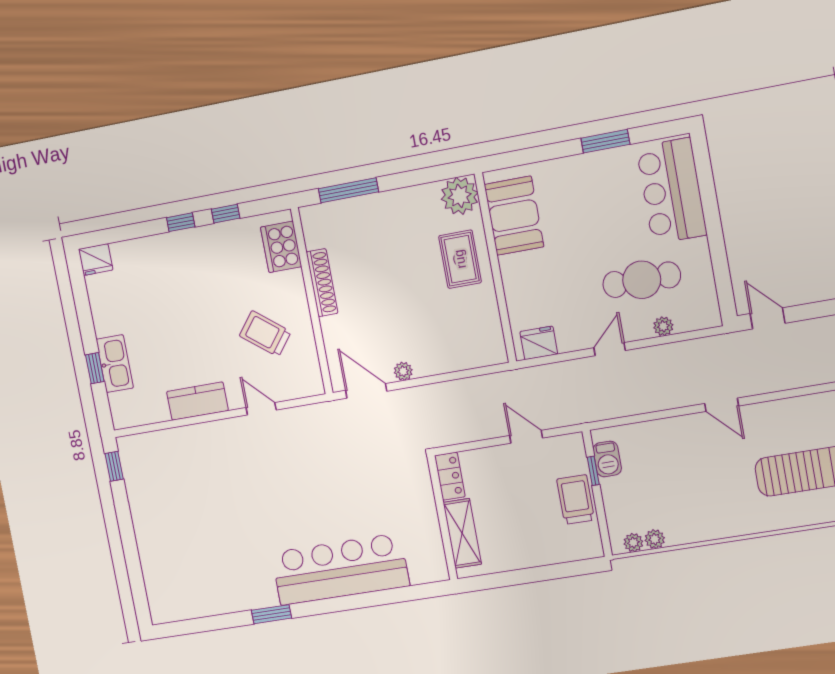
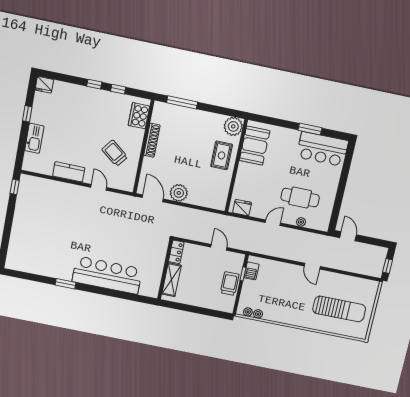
bar counter: (672, 191) -> (322, 149), moved, turned -90
window: (95, 368) -> (27, 114), moved
plant: (403, 371) -> (179, 193), width x1.87, depth x1.87

